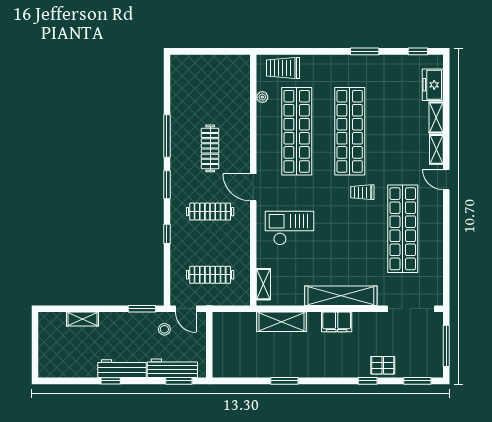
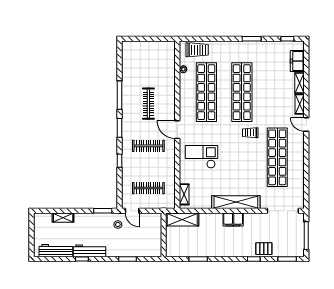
trolley: (283, 68) -> (197, 50), turned 180
shelving: (282, 322) -> (182, 219), moved
wall: (209, 345) -> (164, 235), moved
workbench: (172, 368) -> (56, 251), moved

